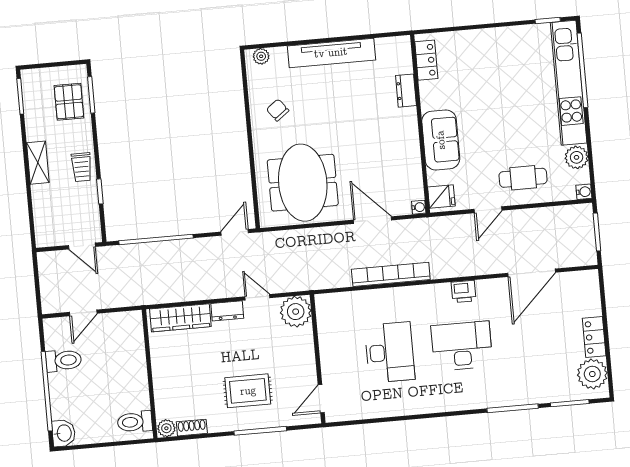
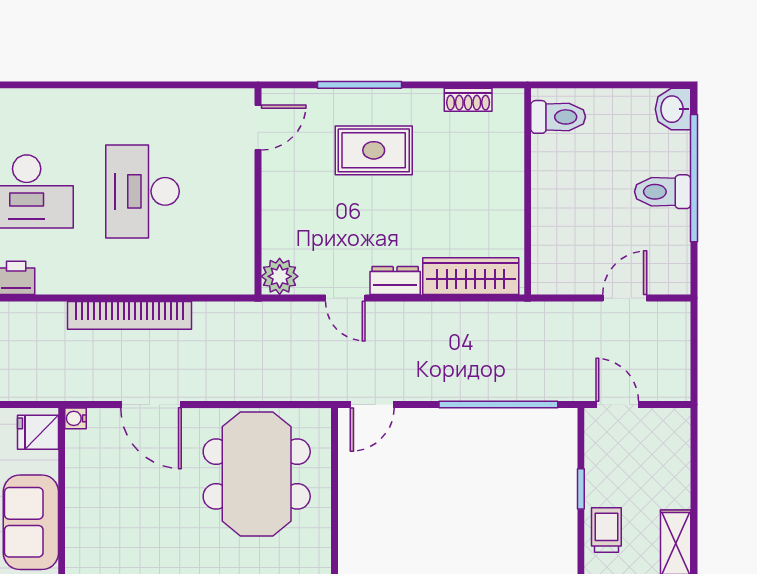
plant: (296, 312) -> (280, 276), width x0.73, depth x0.73
toilet: (64, 360) -> (663, 192), moved
plant: (166, 428) -> (509, 102), removed

